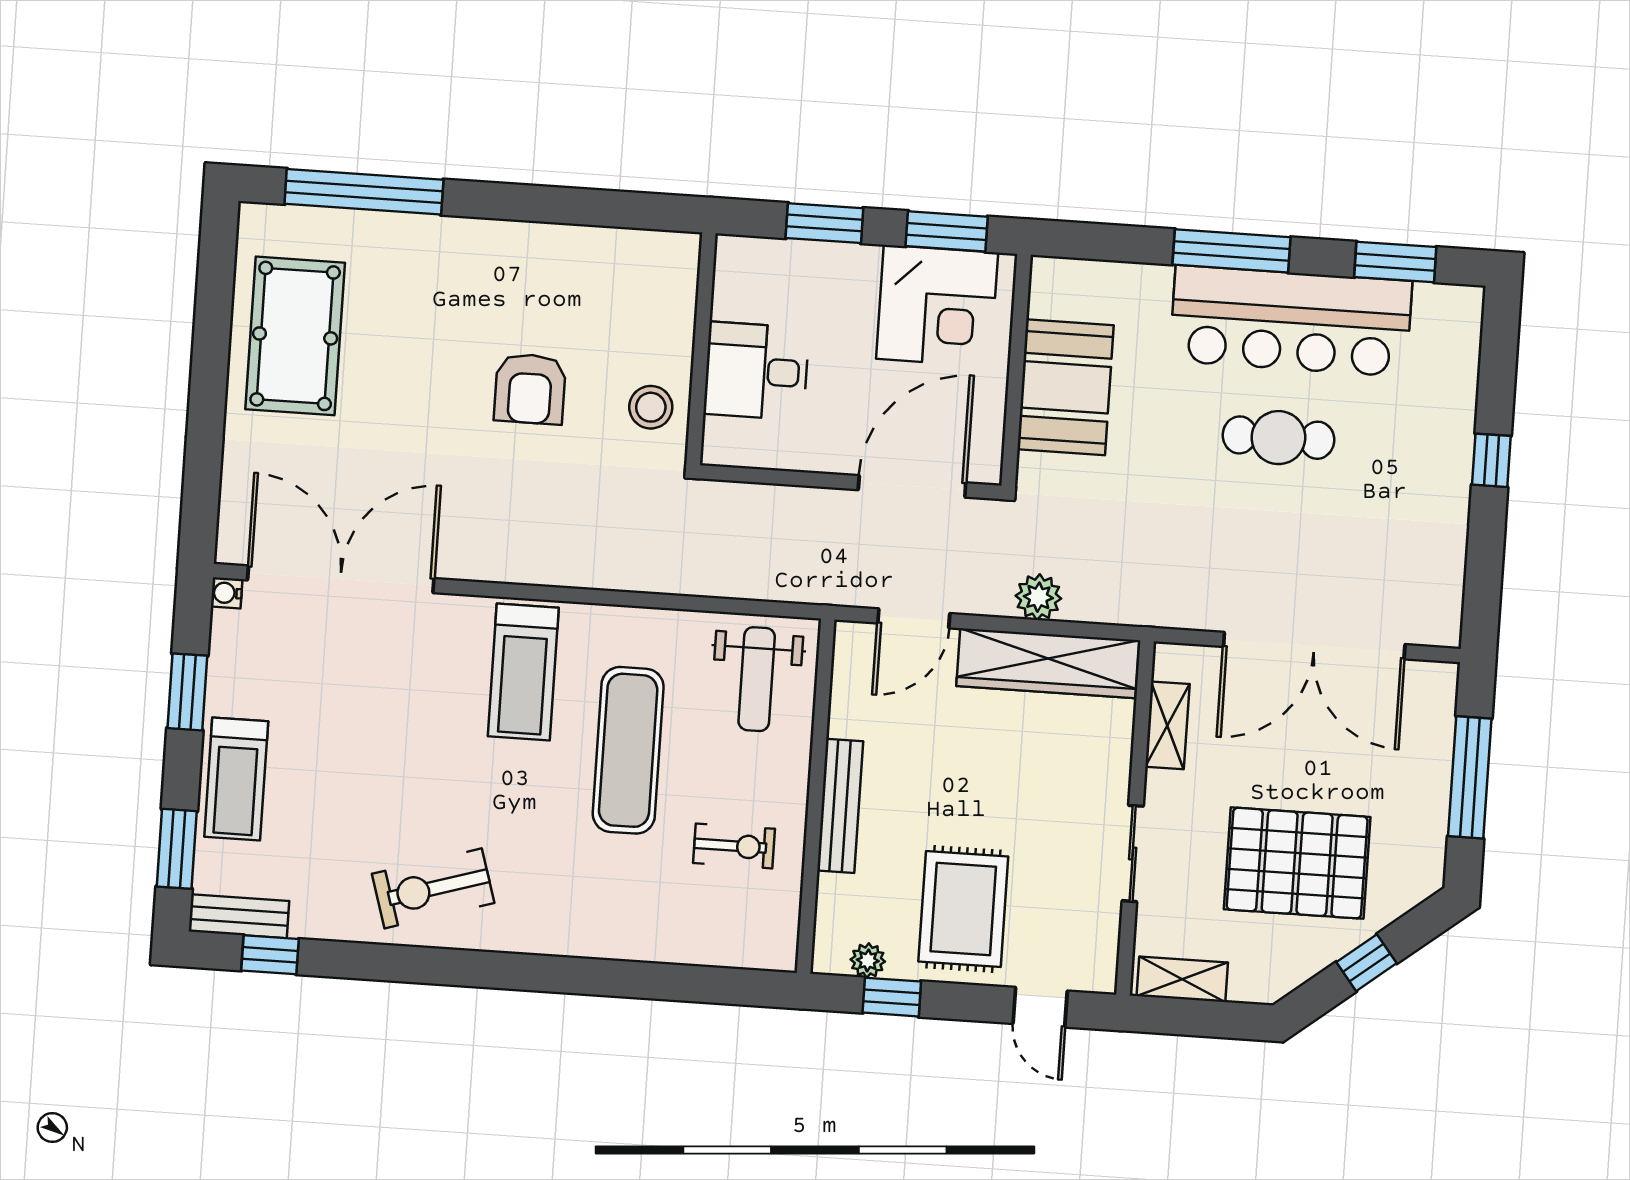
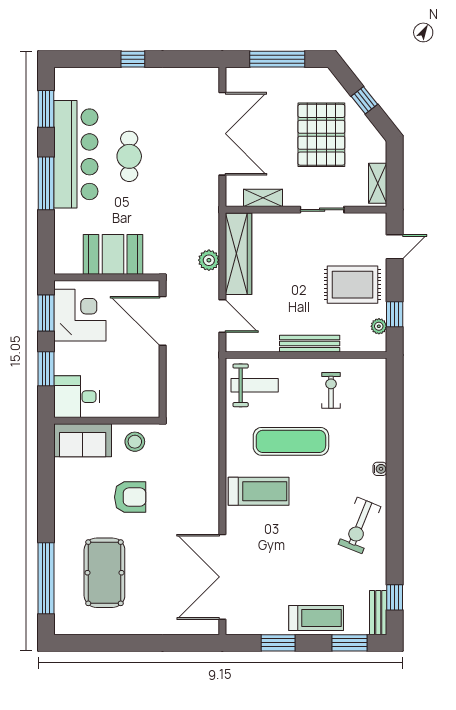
sofa: (662, 293) -> (83, 440), added
pool table: (295, 336) -> (104, 573), moved, turned 90
desk: (756, 371) -> (77, 397), moved, turned 90
water cooler: (227, 593) -> (380, 469), moved, turned -90
exercise bike: (433, 888) -> (360, 525), turned 39

